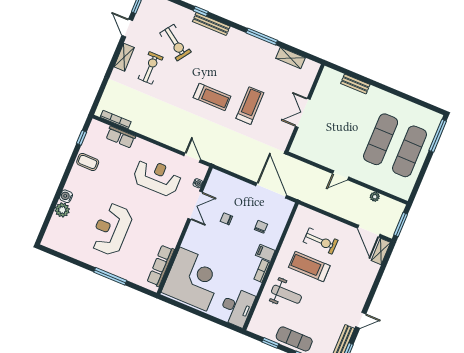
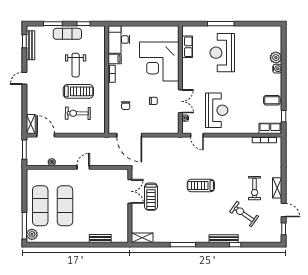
shelving: (290, 58) -> (142, 238), moved
treadmill: (250, 106) -> (151, 197), moved
double door: (303, 113) -> (130, 191), moved
plant: (433, 122) -> (32, 234), added
row of seats: (121, 137) -> (270, 128), moved
reception desk: (157, 177) -> (217, 110), turned -90
double door: (195, 205) -> (180, 101), swing flipped
reception desk: (111, 229) -> (222, 53), moved, turned 180
filing cabinet: (265, 253) -> (115, 59), moved
row of seats: (161, 266) -> (187, 47), width x0.68
corner desk: (193, 279) -> (159, 62), moved
weight bench: (286, 294) -> (76, 65), moved, turned -90
door: (361, 320) -> (24, 78), moved

